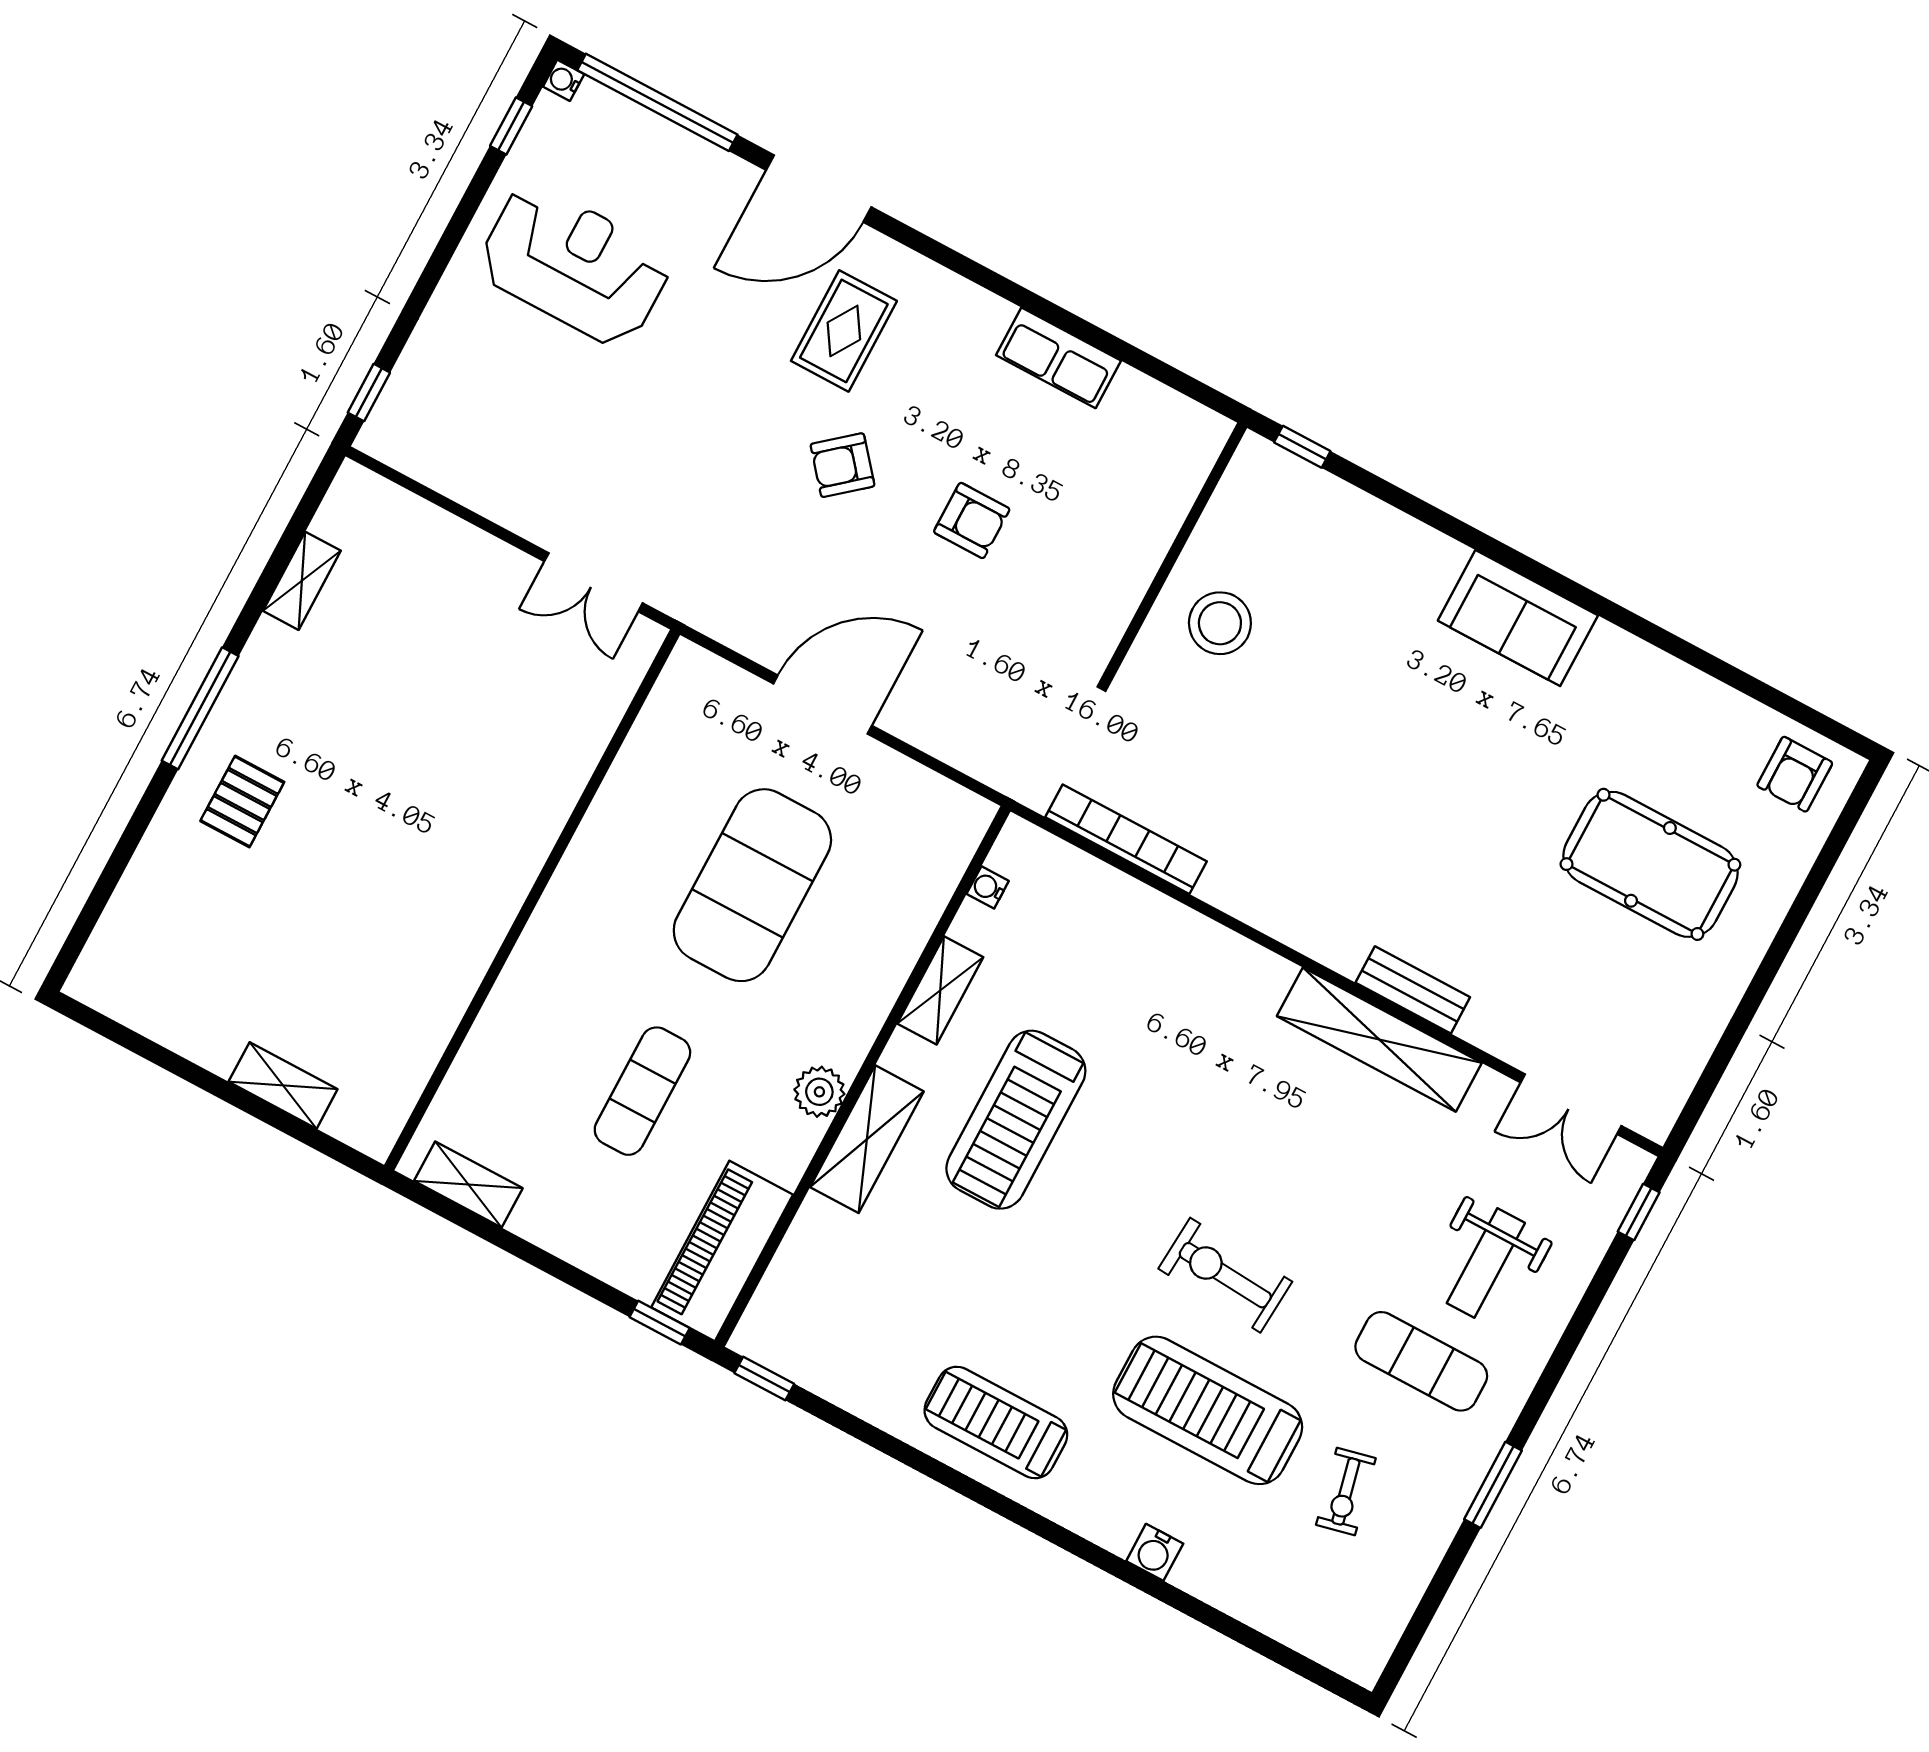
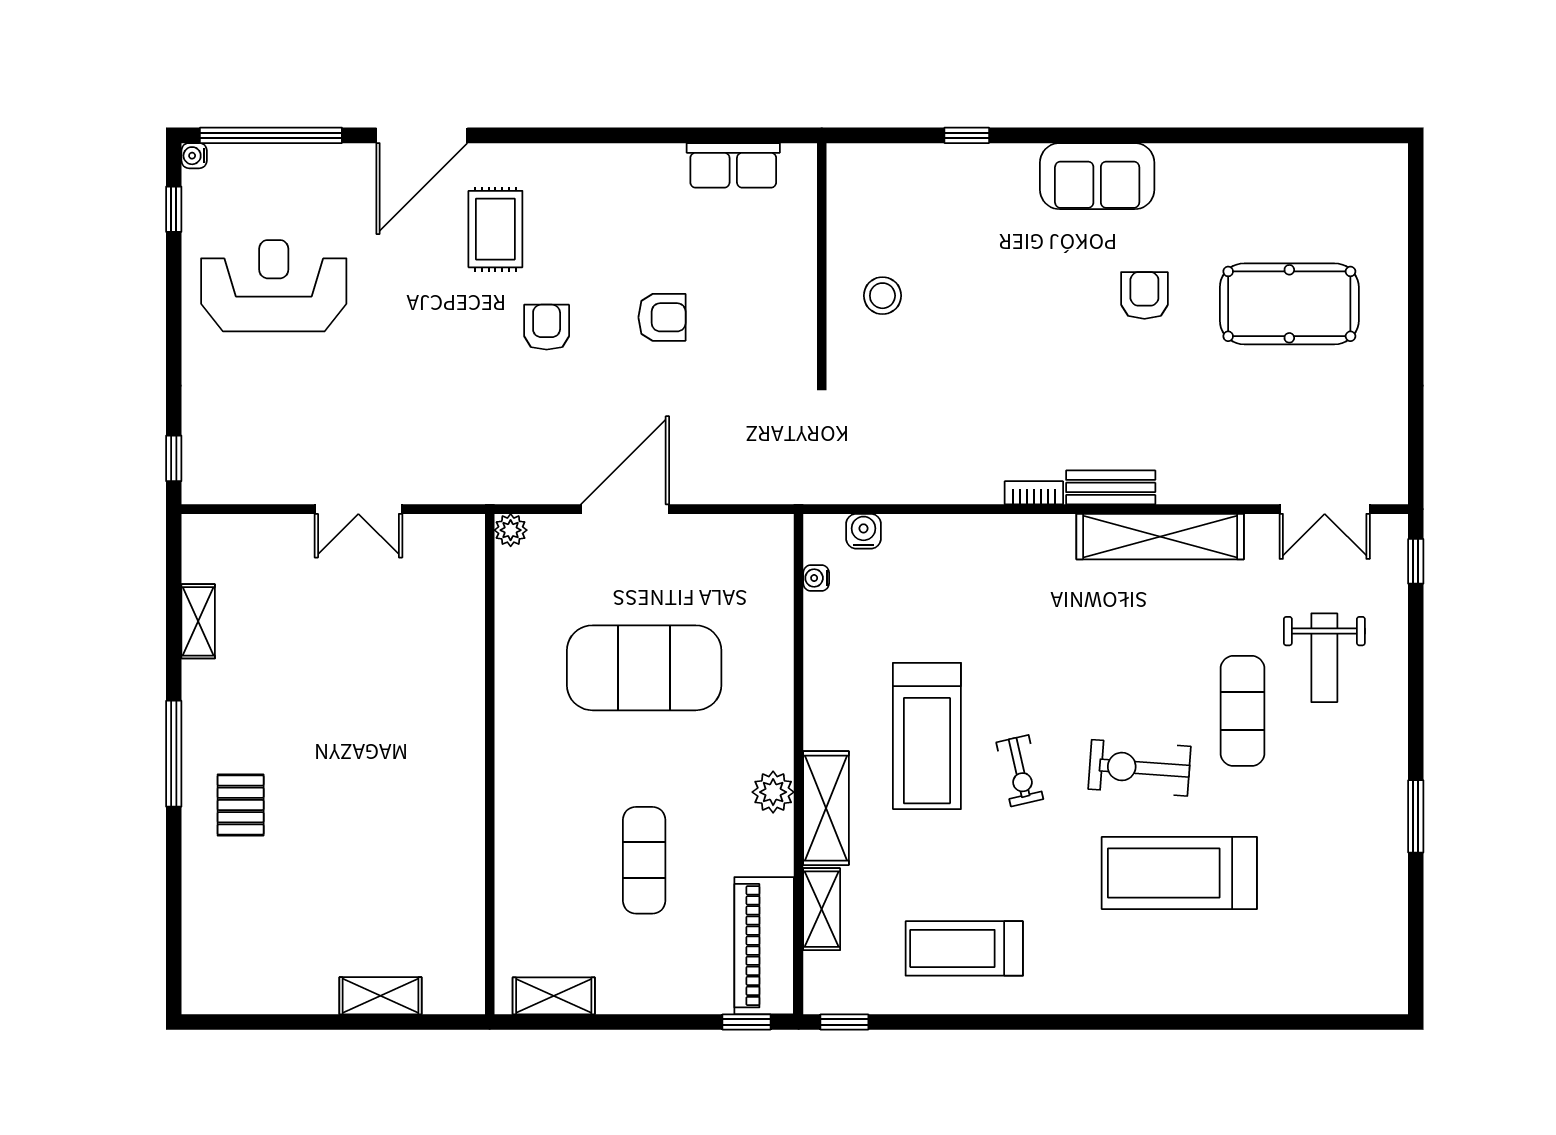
row of seats: (1058, 358) -> (733, 165), moved
window: (1302, 447) -> (967, 135), moved
armchair: (842, 465) -> (547, 327), turned 130
double door: (594, 582) -> (358, 509), moved
stool: (1220, 623) -> (882, 296), width x0.73, depth x0.73
plant: (688, 662) -> (511, 530), added
armchair: (1795, 774) -> (1144, 295), moved, turned 180
bookcase: (1126, 839) -> (1034, 493), moved, width x0.43, depth x0.76
exercise mat: (752, 885) -> (644, 668), turned 90
shelving: (940, 990) -> (822, 909), moved
bench: (1413, 990) -> (1111, 487), moved
exercise mat: (1421, 1361) -> (1242, 711), moved, turned 90
treadmill: (996, 1422) -> (964, 948), moved
exercise bike: (1346, 1491) -> (1020, 771), moved
water cooler: (1155, 1552) -> (863, 531), moved, turned 180

